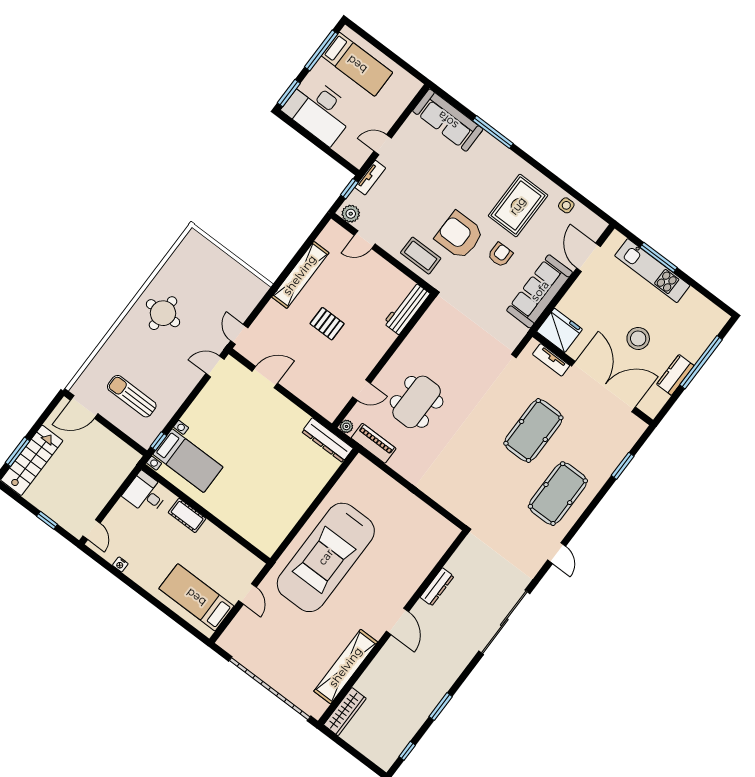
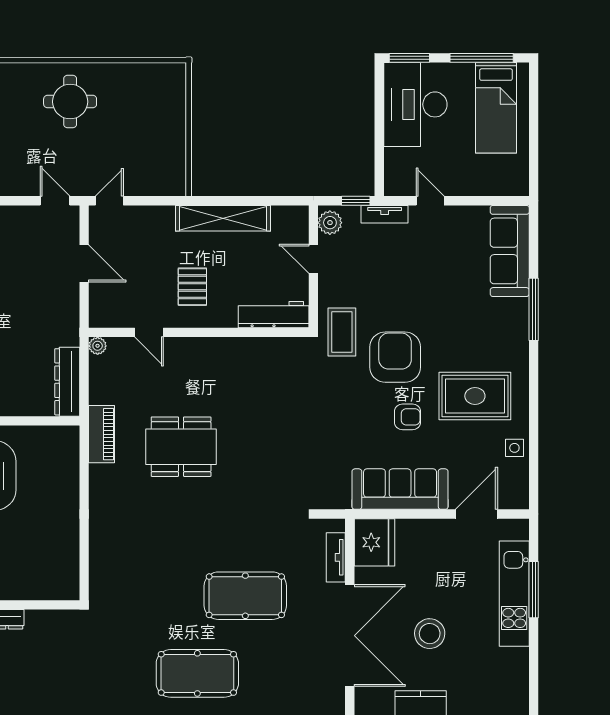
workbench: (407, 308) -> (274, 315), moved
wall: (384, 361) -> (199, 332), moved
door: (362, 390) -> (149, 332), moved
plant: (346, 426) -> (98, 346), moved

